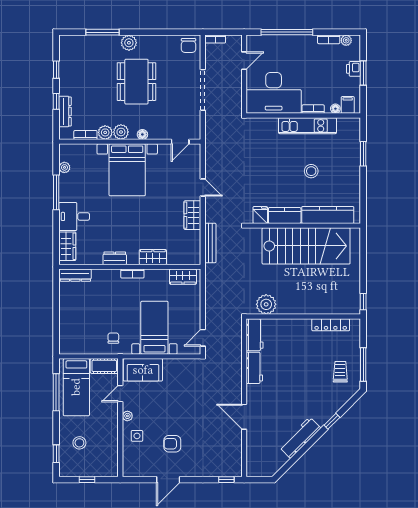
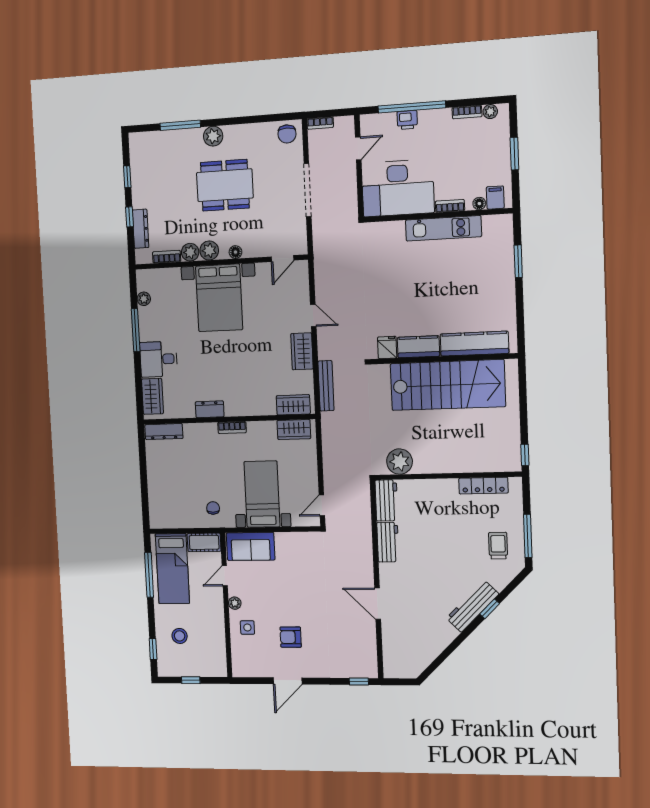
printer: (354, 69) -> (407, 120), moved, turned -90
dining table: (136, 82) -> (225, 185), turned 90
stool: (311, 171) -> (451, 288), removed
wardrobe: (153, 257) -> (293, 405), moved
workbench: (300, 438) -> (472, 606), moved

